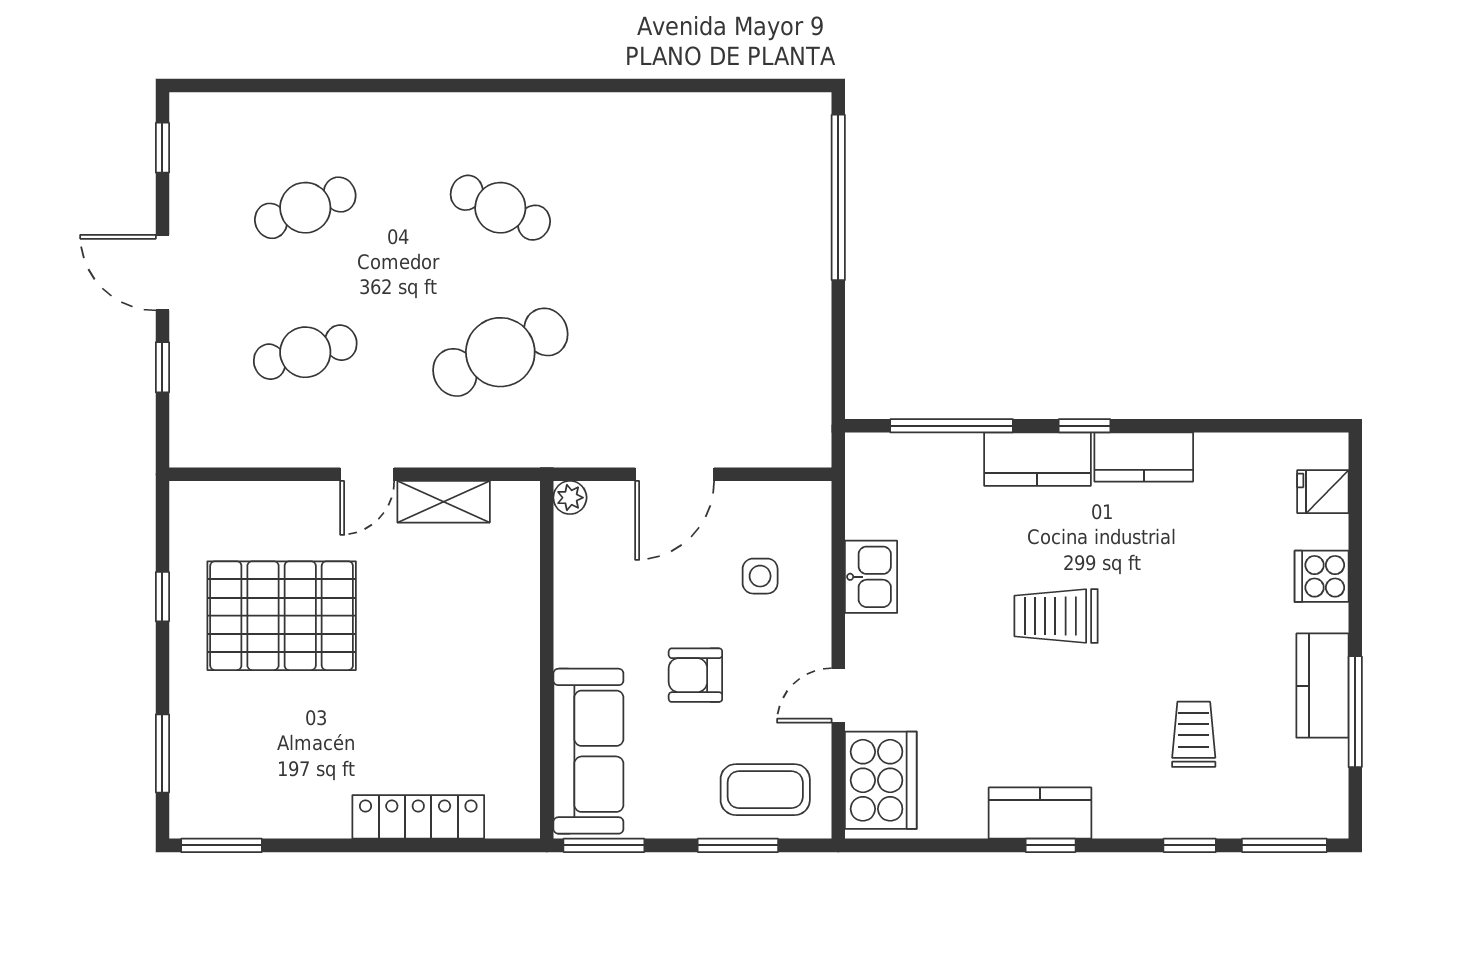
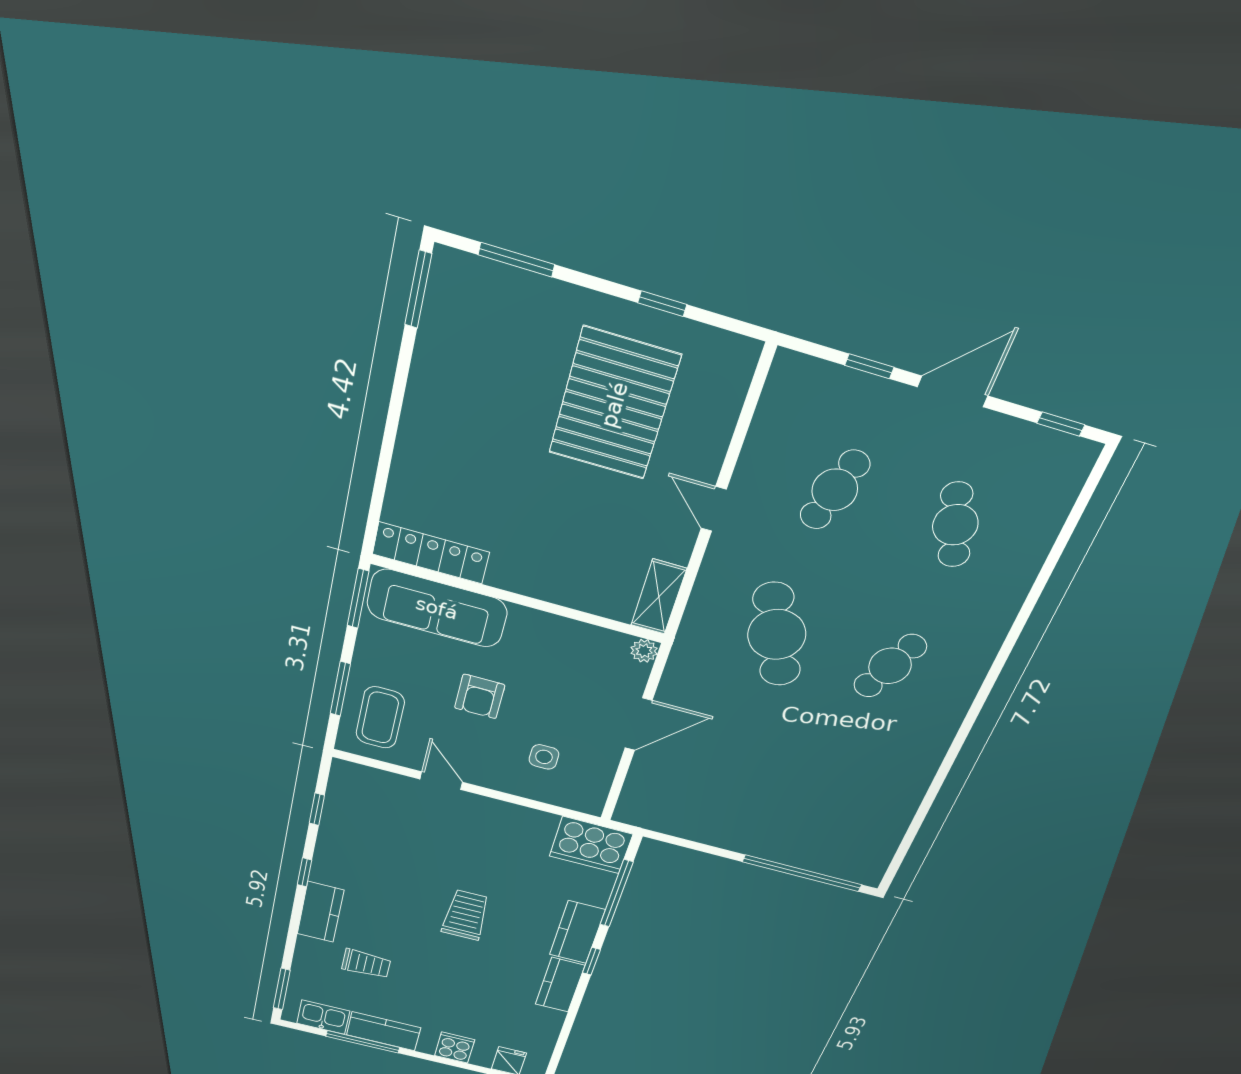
cafe table: (305, 352) -> (835, 490), turned 30
door: (675, 474) -> (638, 724), swing flipped
shelving: (444, 502) -> (659, 597), moved
kitchen sink: (871, 577) -> (323, 1017), moved, turned 180
armchair: (695, 675) -> (480, 696), turned 180
cooker: (881, 780) -> (591, 845), moved
kitchen counter: (1040, 813) -> (320, 912), moved
locker: (418, 817) -> (431, 553), moved, turned -90
window: (1190, 845) -> (317, 809), moved

